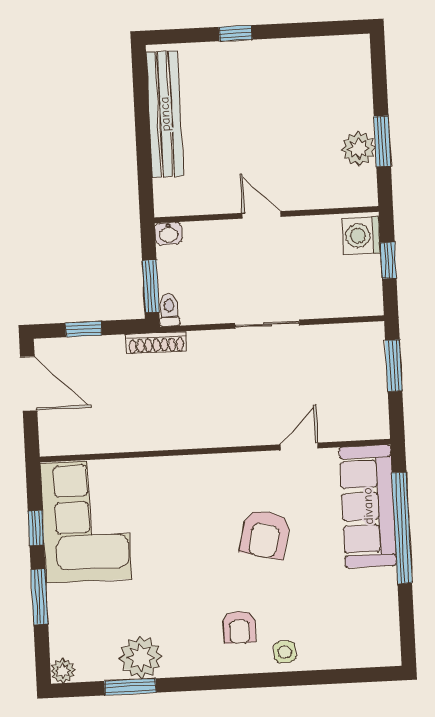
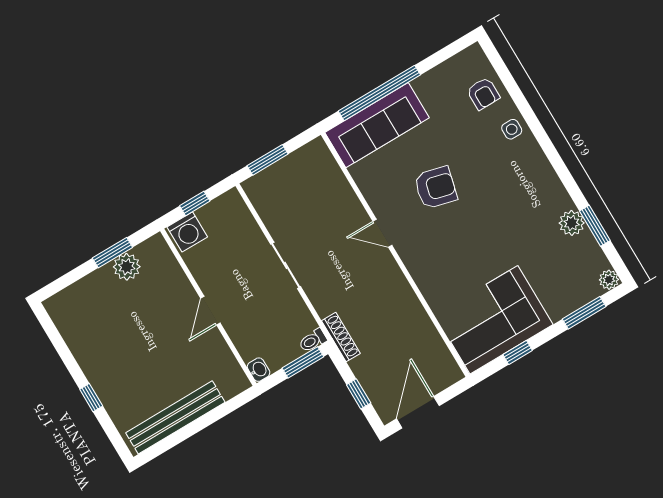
door: (299, 446) -> (382, 233), moved
window: (39, 597) -> (584, 313), moved
armchair: (239, 627) -> (483, 94), moved, turned 90
plant: (141, 657) -> (572, 223), width x0.73, depth x0.73

